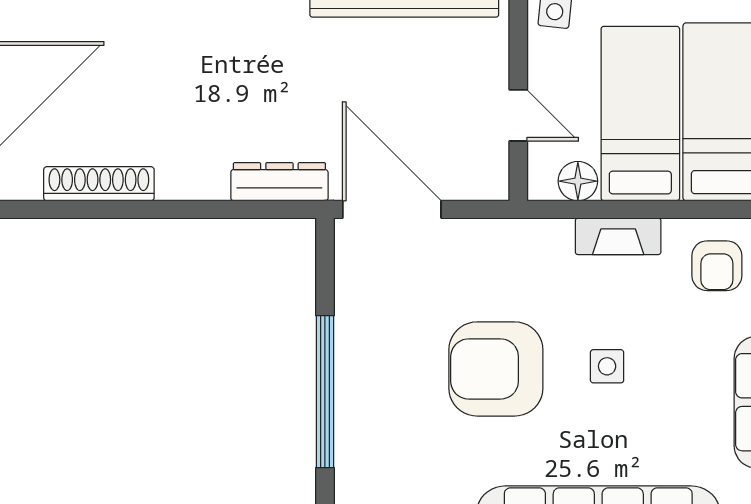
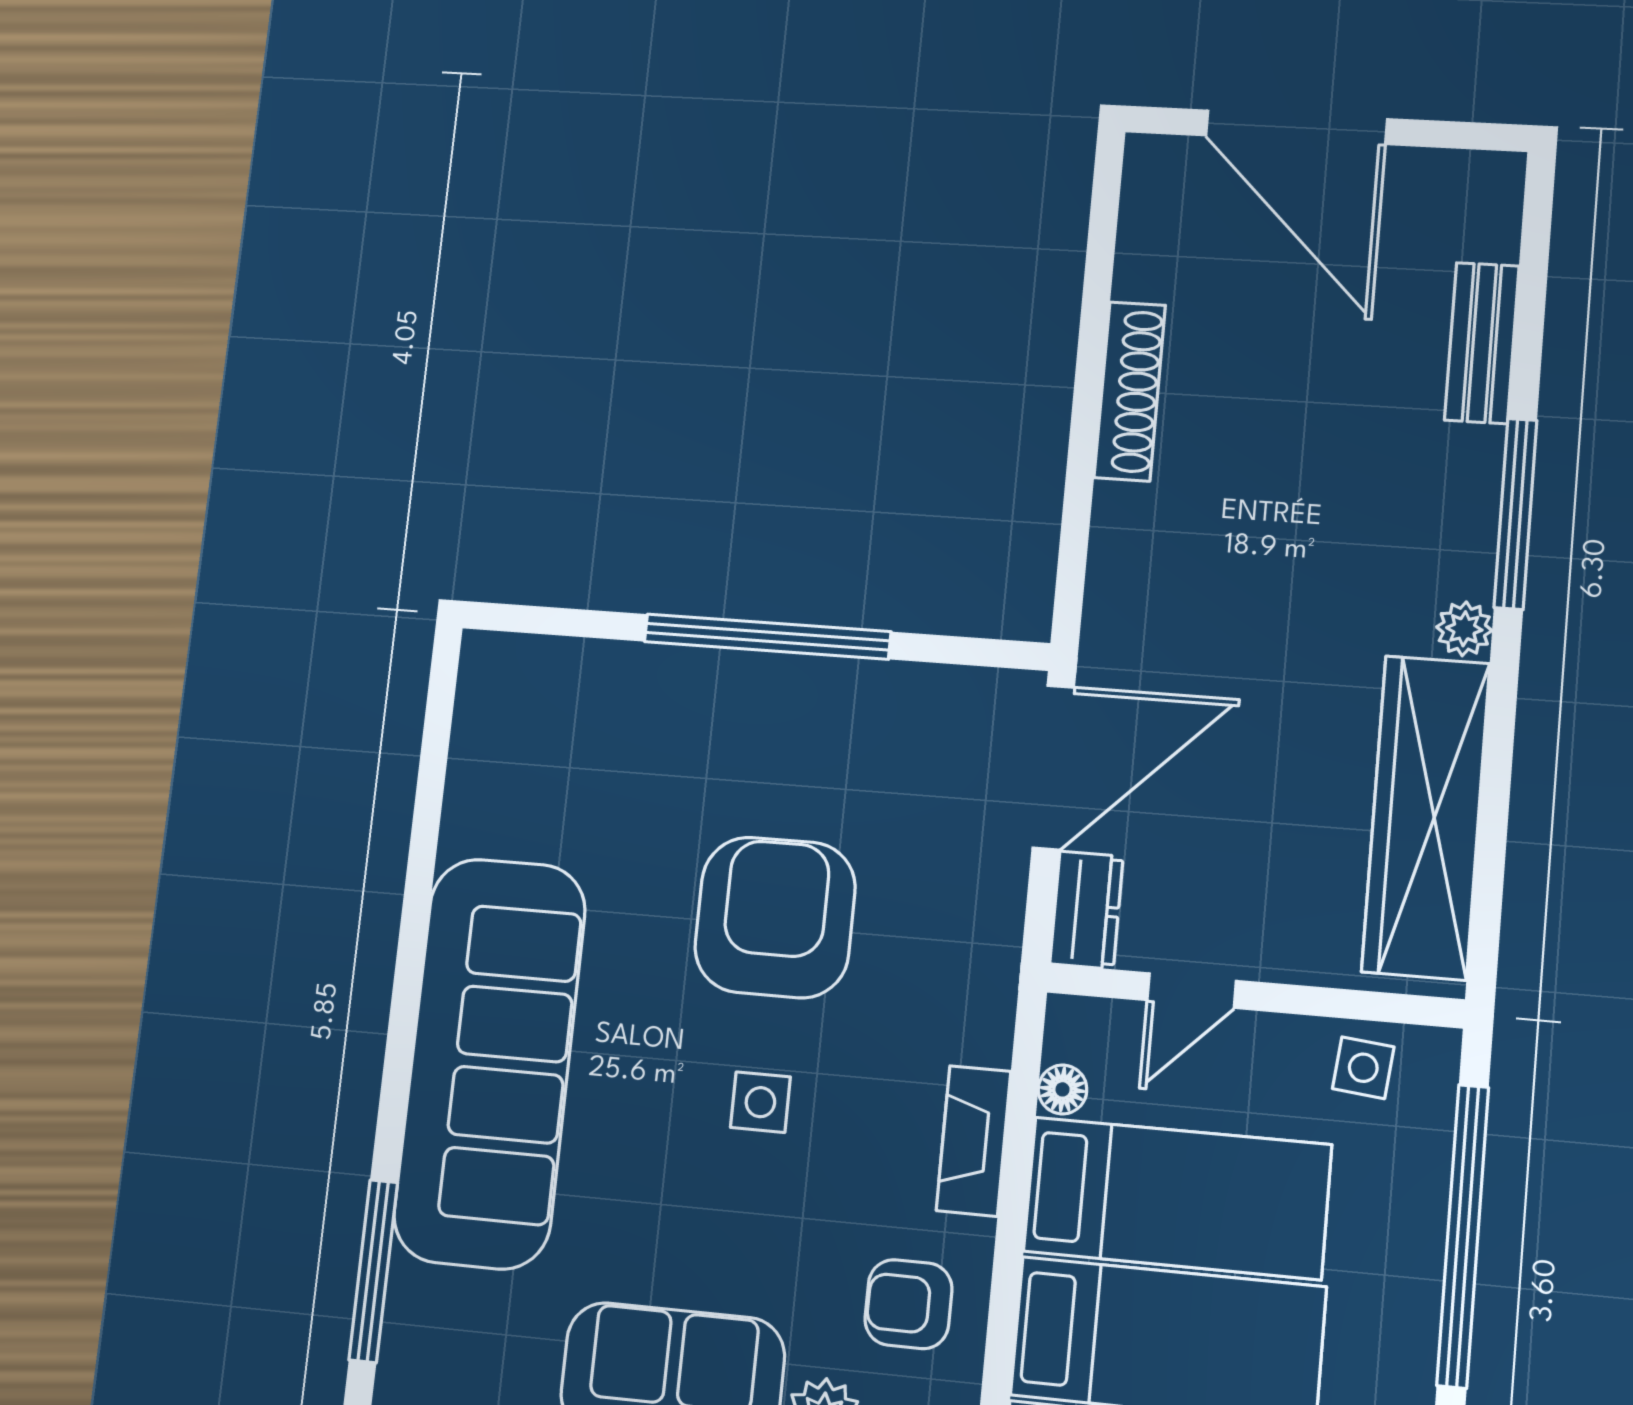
floor lamp: (578, 181) -> (1062, 1089), width x0.73, depth x0.73
dresser: (279, 182) -> (1086, 910), moved, width x0.70
shoe rack: (99, 184) -> (1130, 391), moved

